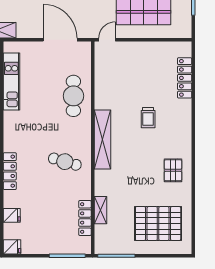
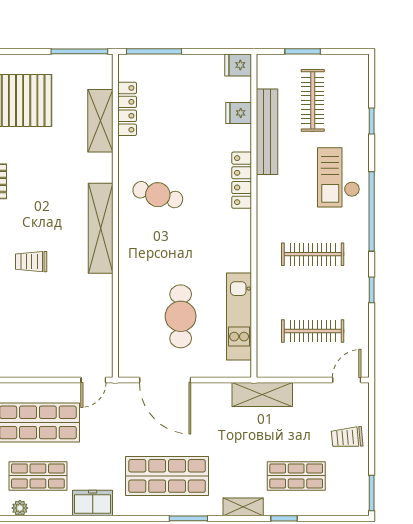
cafe table: (73, 96) -> (181, 316), moved
trolley: (148, 118) -> (31, 262), turned -90
shelving: (101, 210) -> (100, 121), width x1.50, depth x1.33

